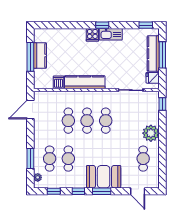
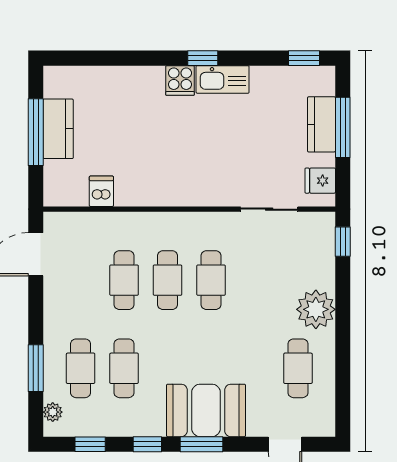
kitchen counter: (153, 54) -> (321, 124), width x0.67
kitchen counter: (85, 82) -> (162, 191), removed

